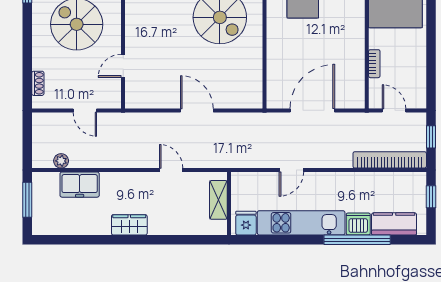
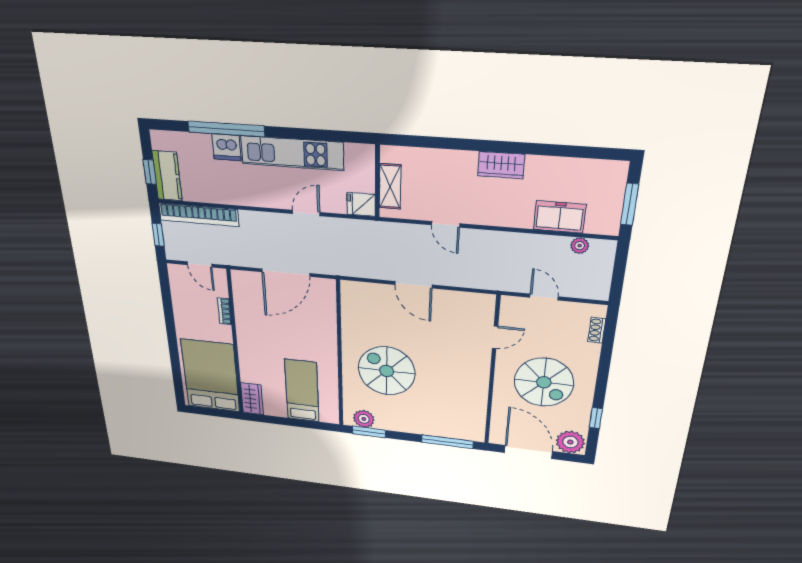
fridge: (246, 223) -> (361, 204), moved, turned 90
kitchen counter: (394, 224) -> (167, 176), moved, turned -90

